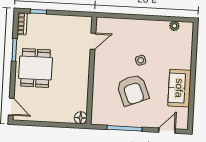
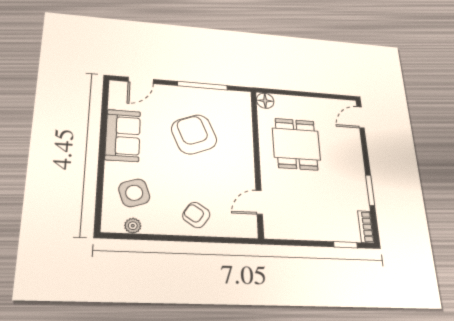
armchair: (135, 33) -> (196, 215), added
side table: (141, 60) -> (134, 193), moved, width x1.87, depth x1.87
dining table: (36, 68) -> (296, 144), moved
door: (11, 107) -> (360, 117), hinge flipped

